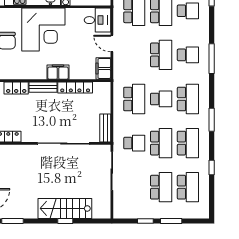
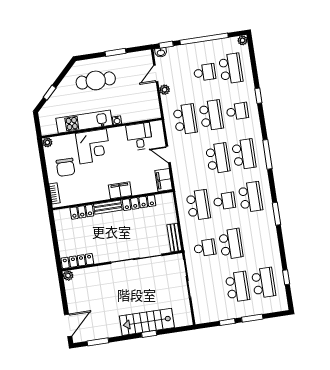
desk: (98, 20) -> (139, 137), moved, turned -90
corner desk: (43, 30) -> (93, 146), width x0.74, depth x0.74
school desk: (188, 55) -> (244, 154), width x1.85
school desk: (188, 143) -> (257, 240), removed
window: (212, 168) -> (286, 277), moved

